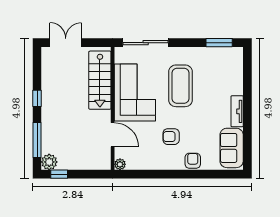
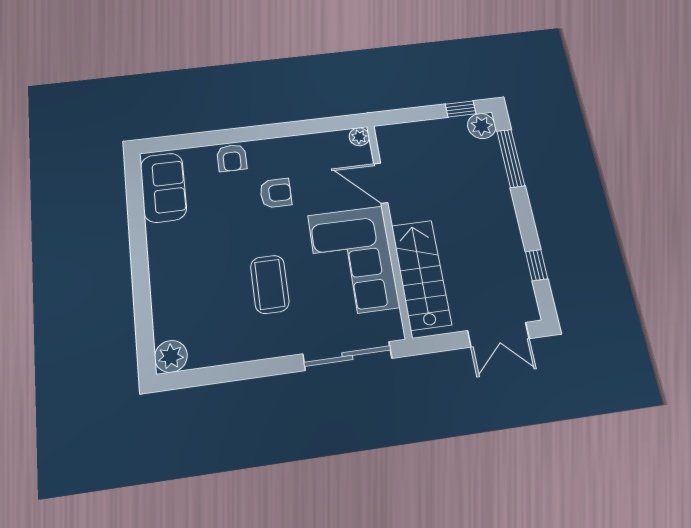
window: (219, 43) -> (204, 376), removed
plant: (235, 55) -> (171, 356), added
coffee table: (181, 86) -> (270, 284), width x0.73, depth x0.76
window: (37, 98) -> (537, 265), moved
tv unit: (237, 111) -> (158, 252), removed

